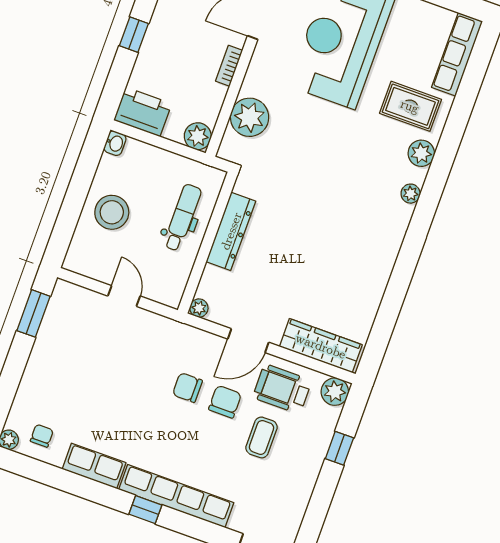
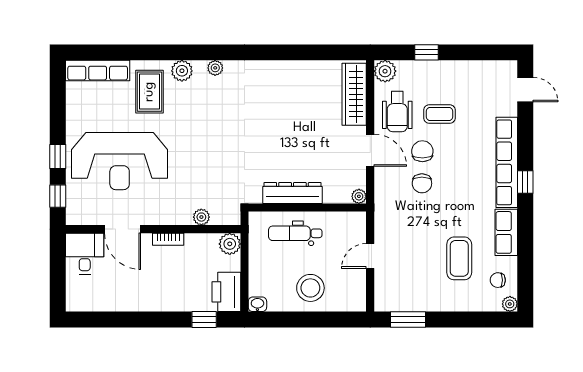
window: (134, 35) -> (204, 320), moved
plant: (250, 117) -> (201, 217), width x0.53, depth x0.53
coffee table: (84, 400) -> (459, 258), added
chair: (225, 402) -> (422, 151), turned 89

